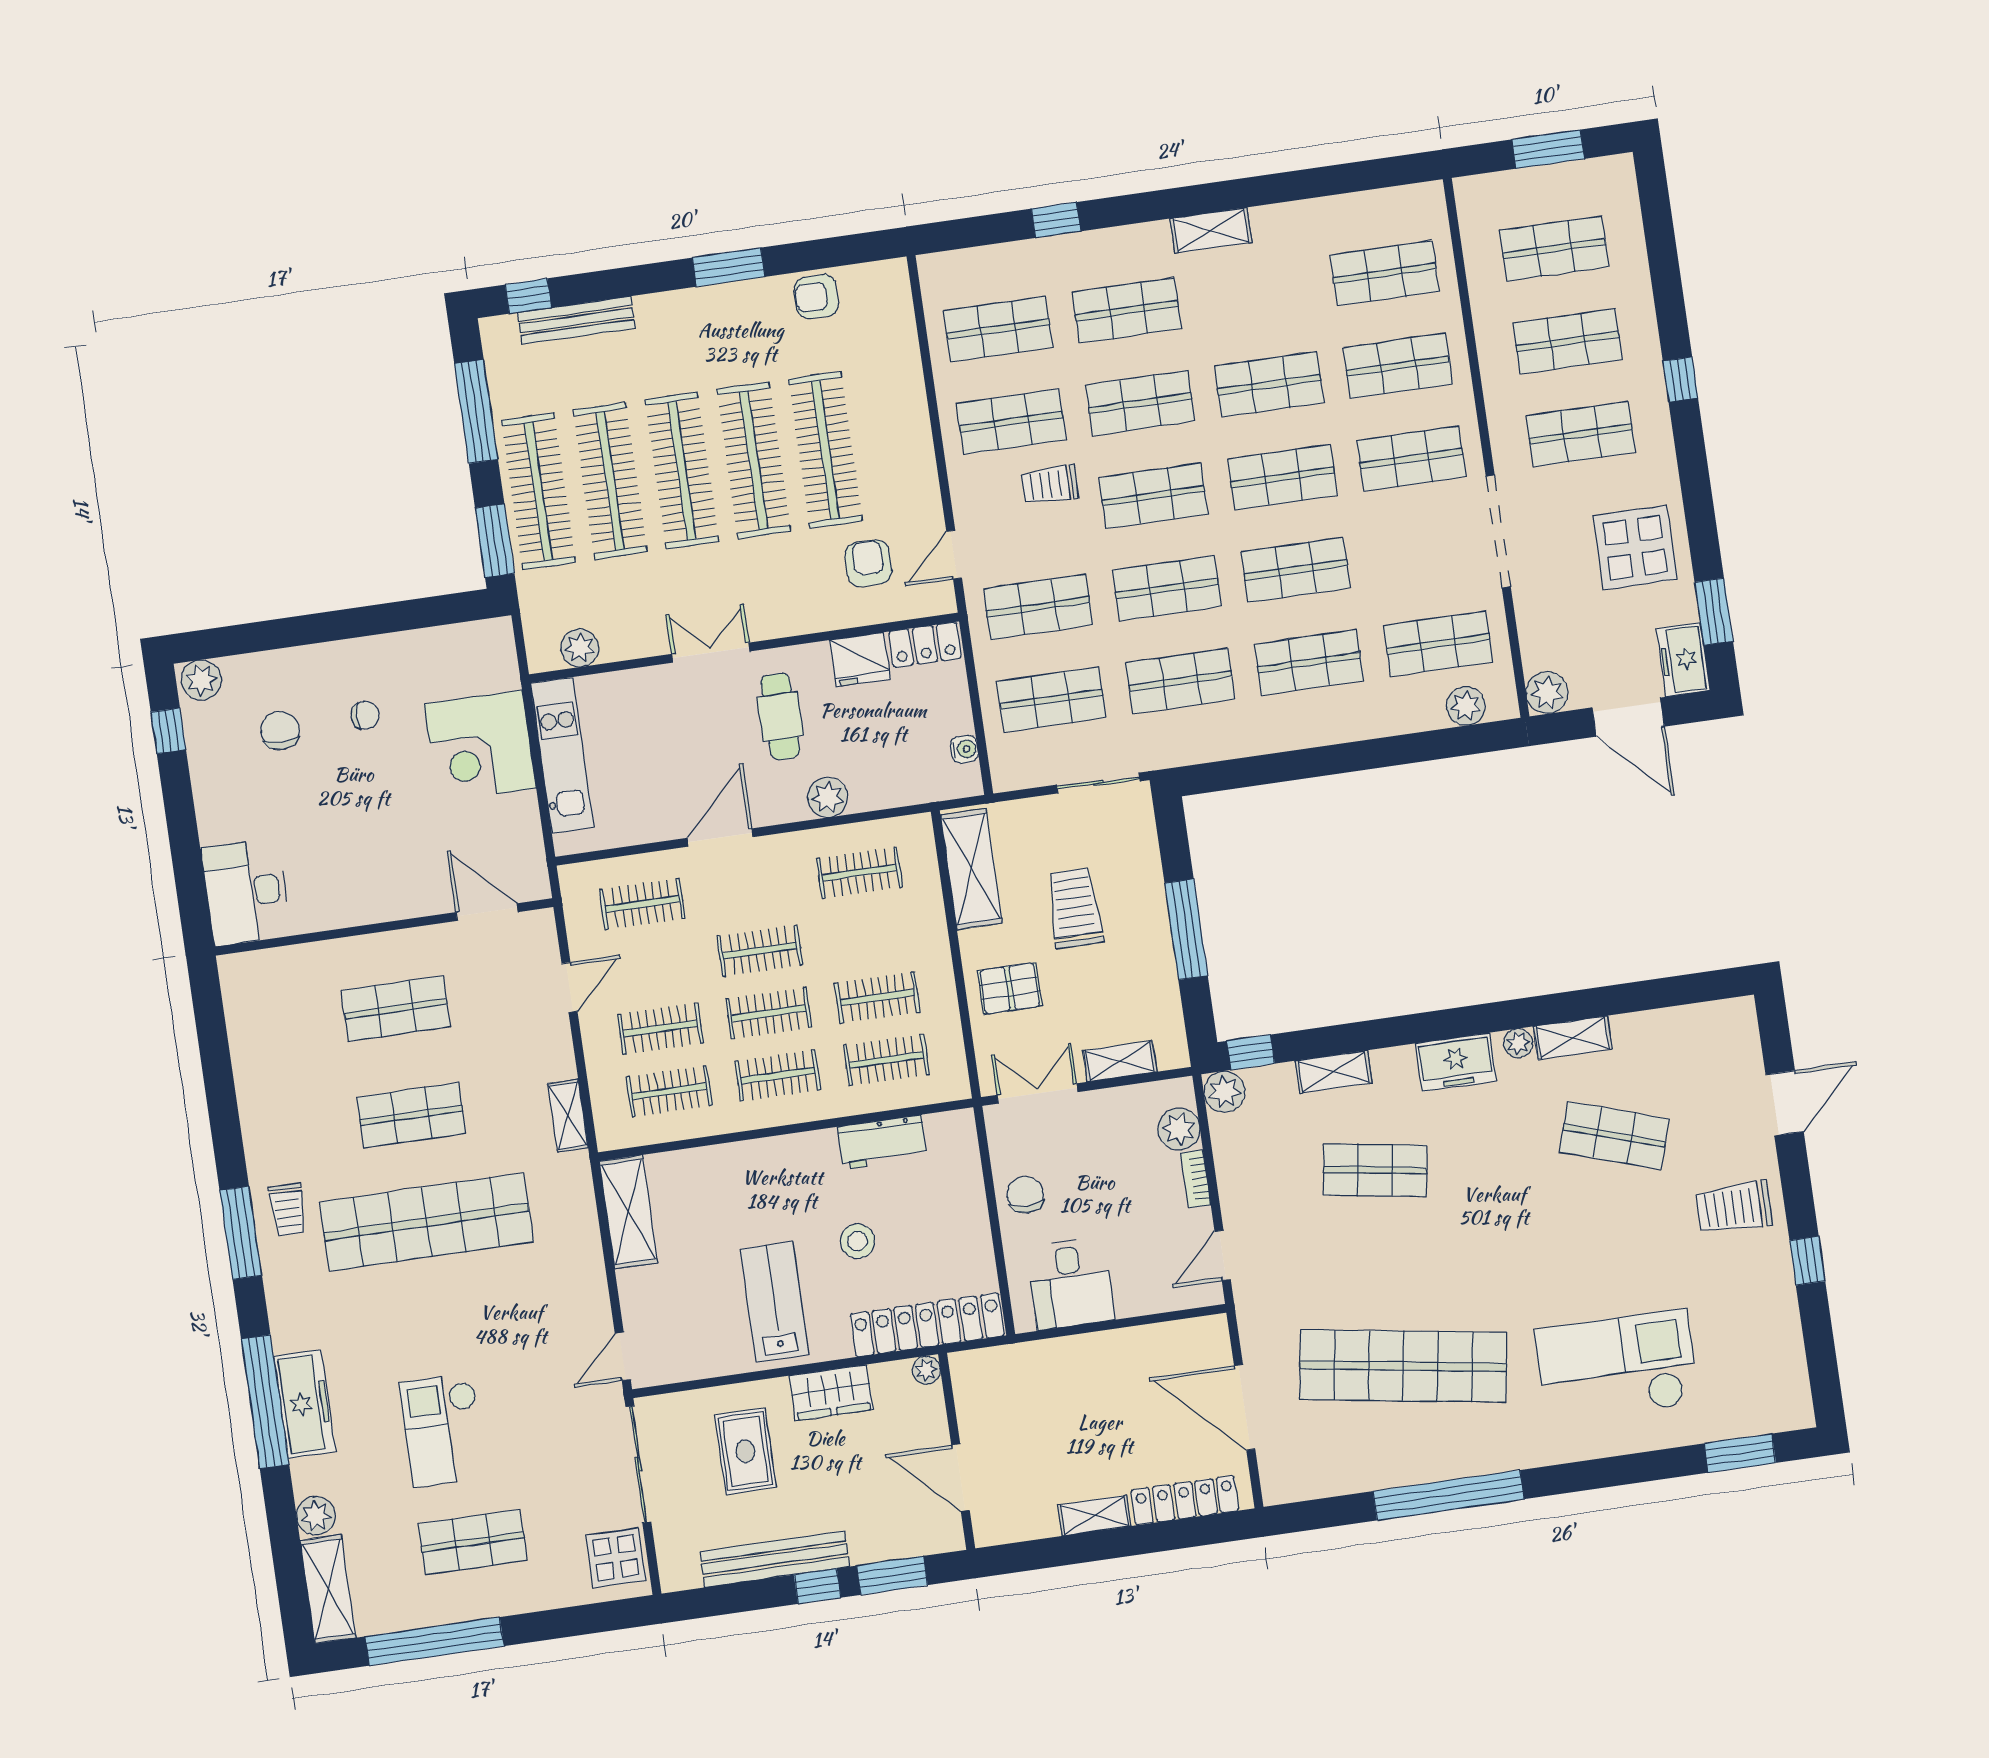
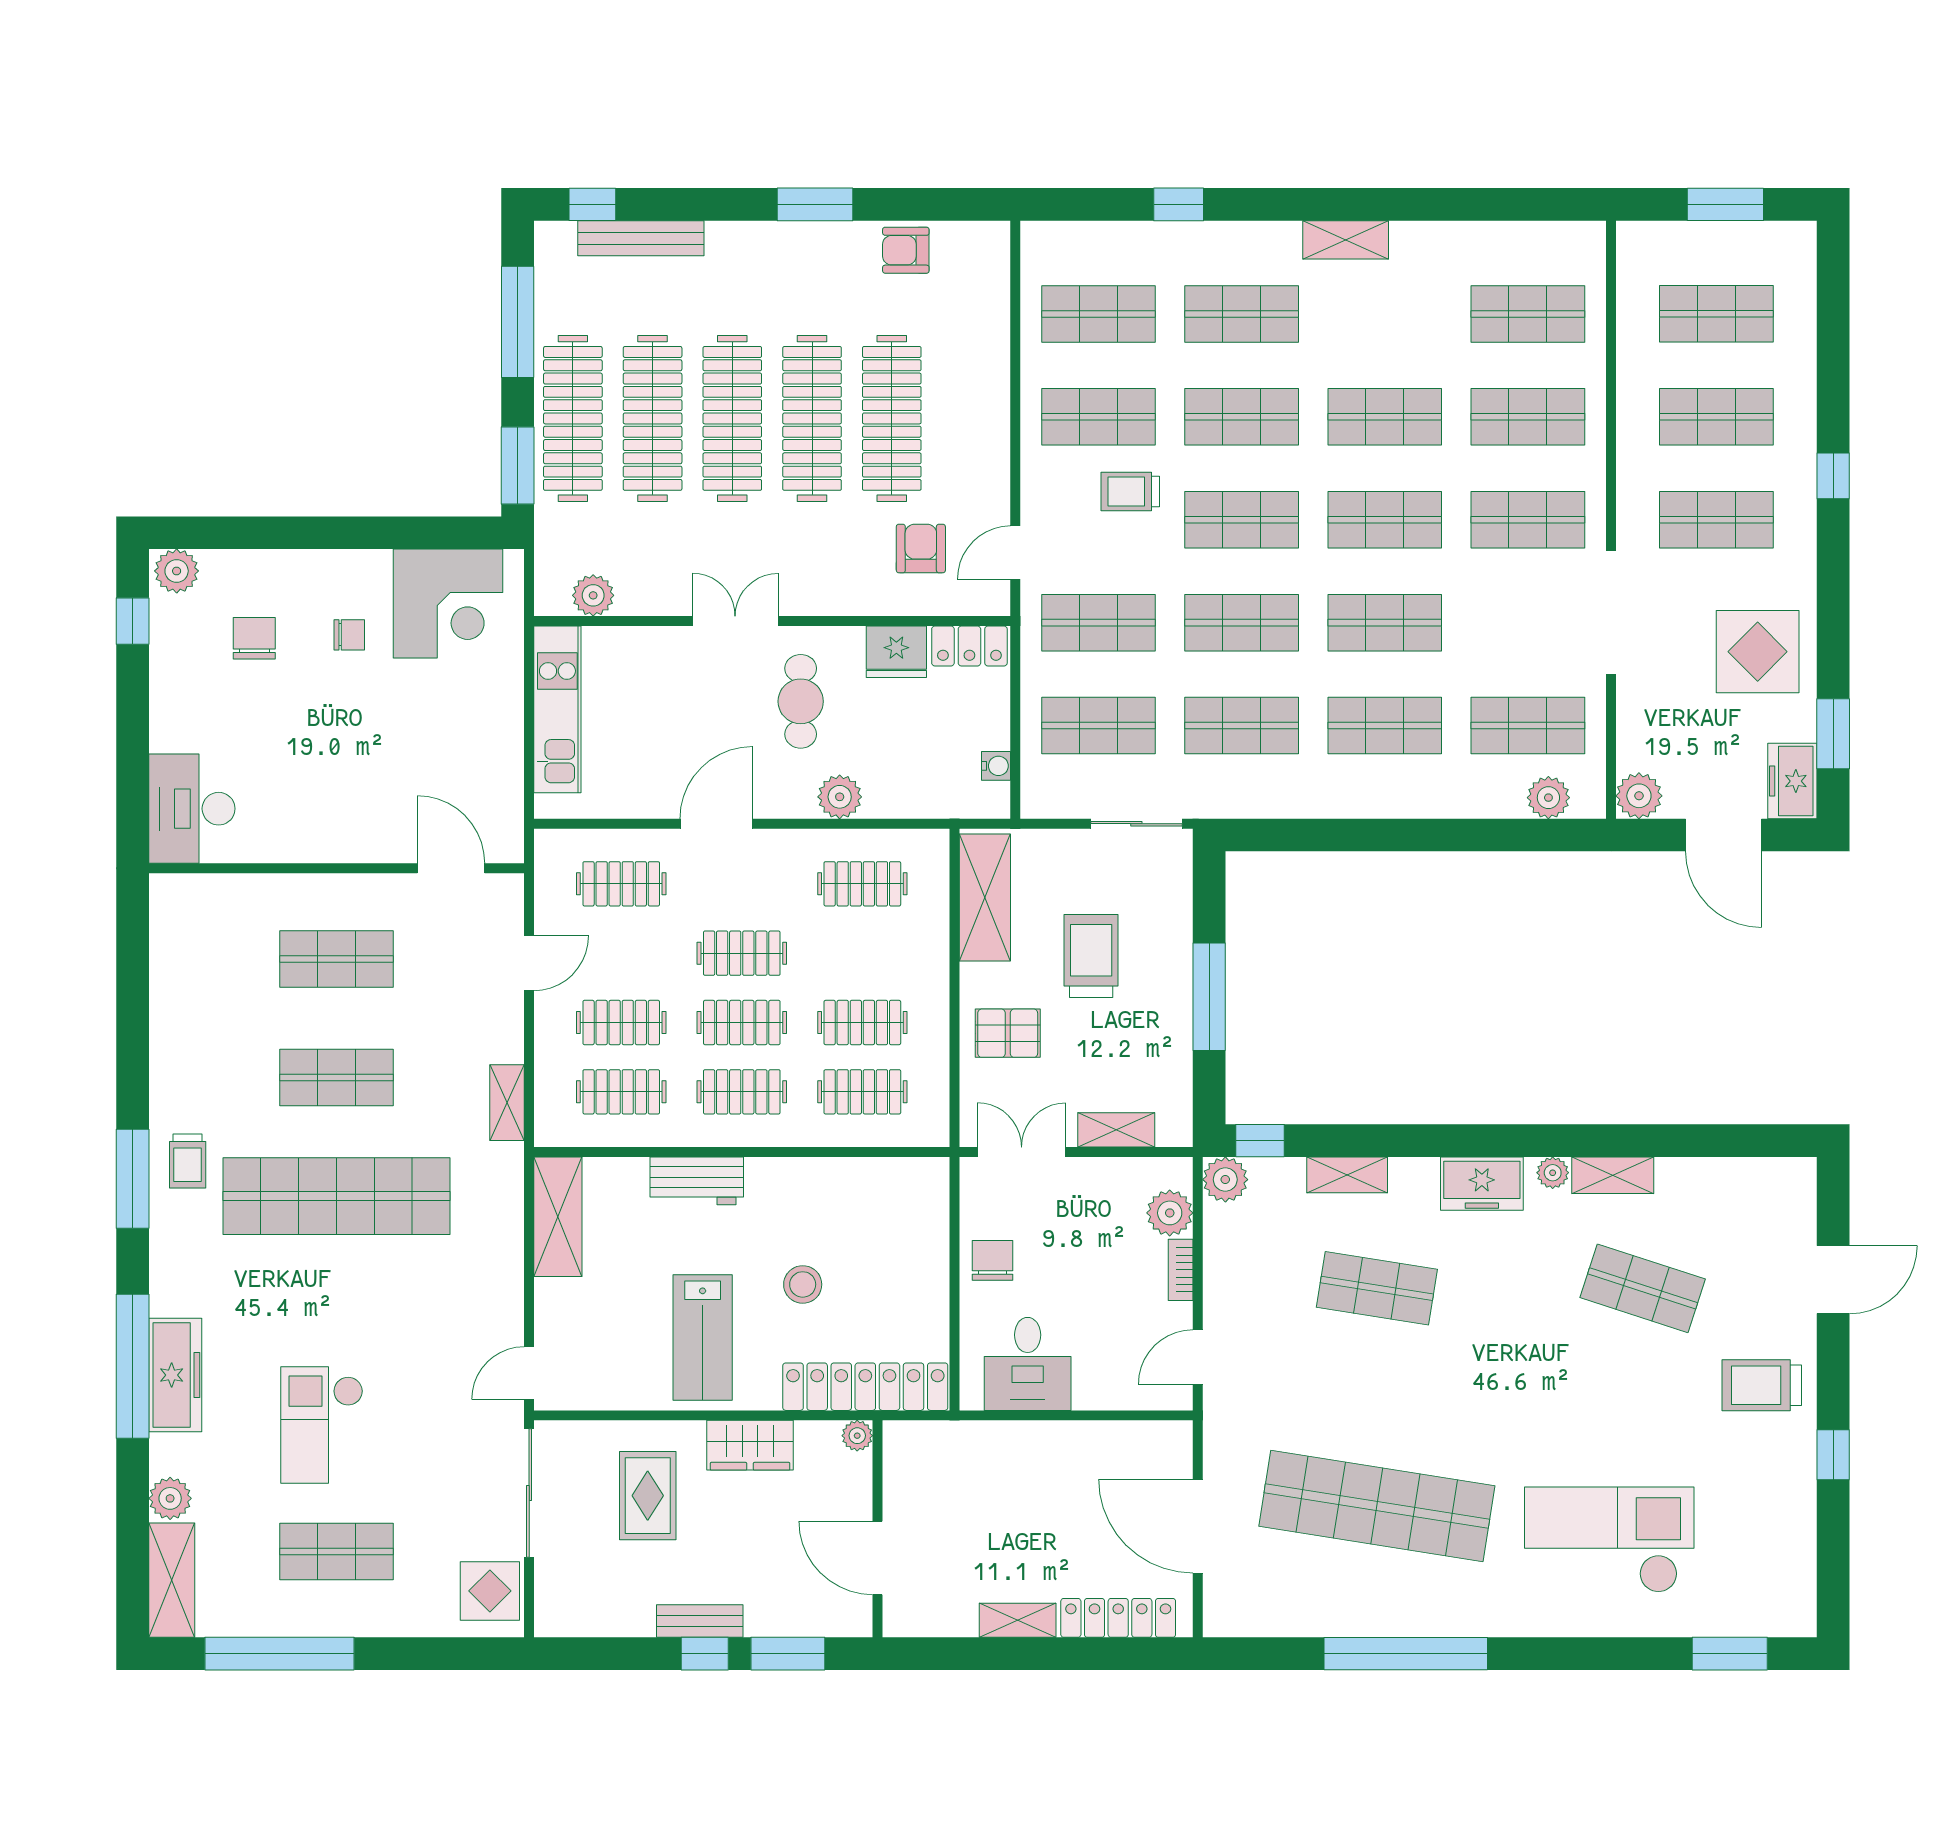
corner desk: (480, 746) -> (448, 604), moved, turned -90
workbench: (882, 1142) -> (697, 1181), moved
lab bench: (774, 1302) -> (703, 1337), turned 180
bench: (775, 1559) -> (700, 1621), width x0.54, depth x0.82

